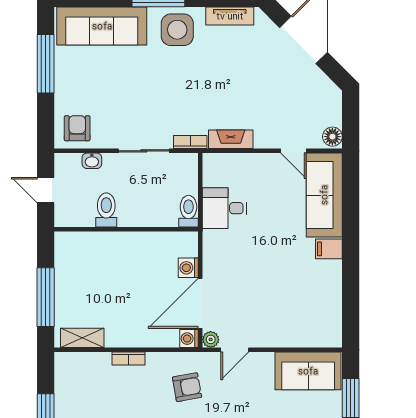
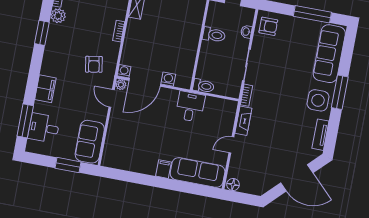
door: (293, 151) -> (231, 145), moved
desk: (224, 208) -> (190, 107), moved
door: (200, 303) -> (145, 82), swing flipped

